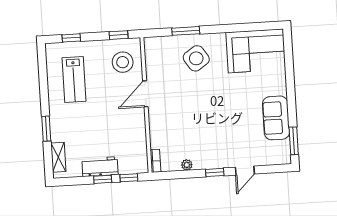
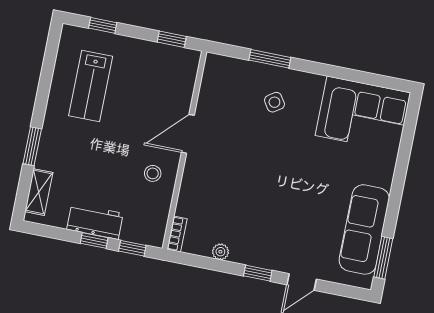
side table: (196, 58) -> (274, 102), width x0.54, depth x0.54
stool: (123, 62) -> (153, 173), moved, width x0.53, depth x0.53
sofa: (276, 118) -> (364, 229), width x1.36

